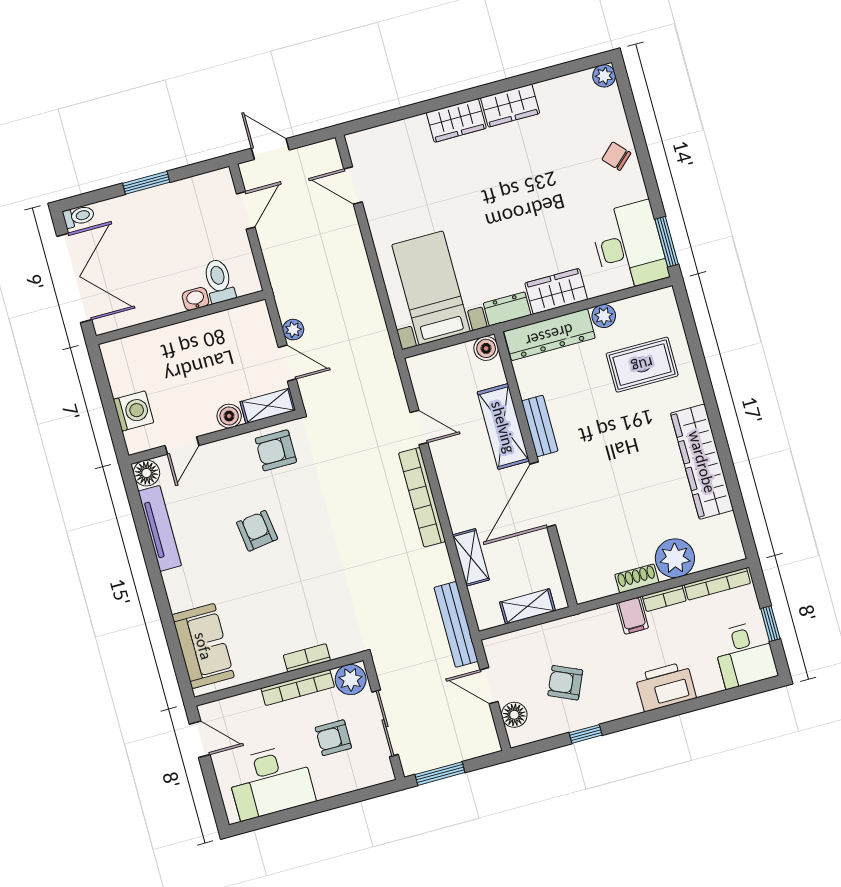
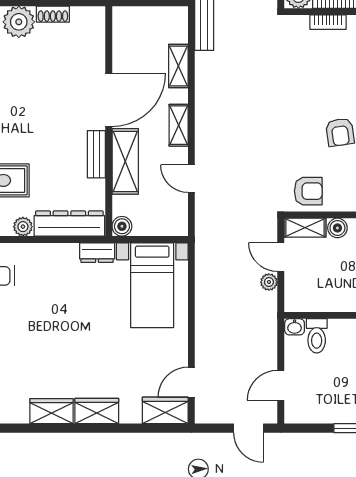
door: (353, 185) -> (191, 382), swing flipped
wardrobe: (556, 291) -> (165, 410), moved, turned 180
washbasin: (196, 299) -> (295, 327), moved
bookcase: (422, 497) -> (204, 123), removed
shelving: (528, 606) -> (179, 125), moved, turned 90

